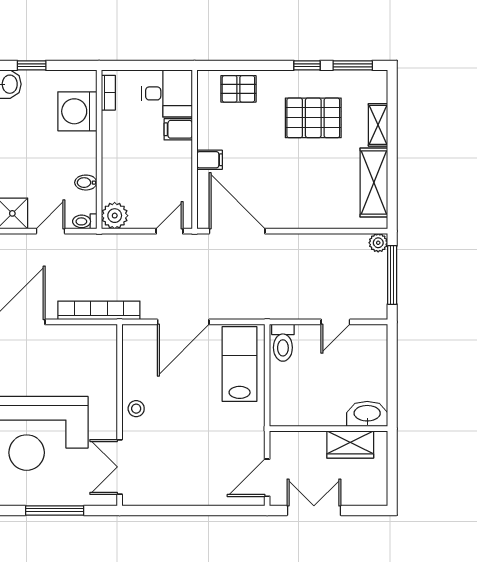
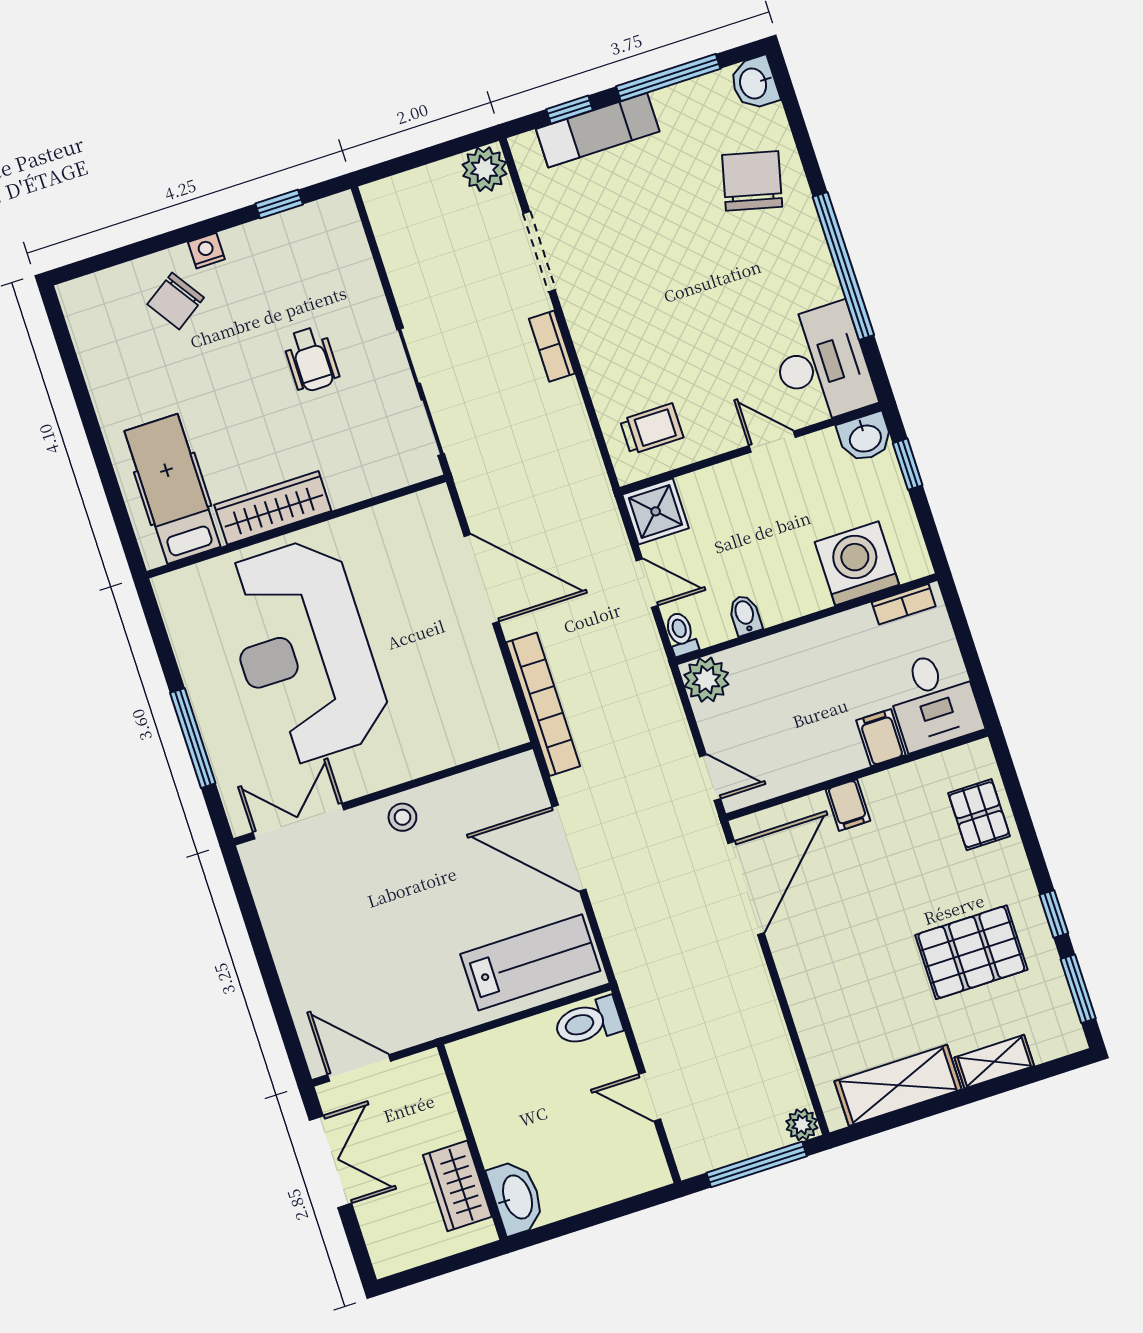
pallet: (313, 118) -> (971, 952), turned 90

